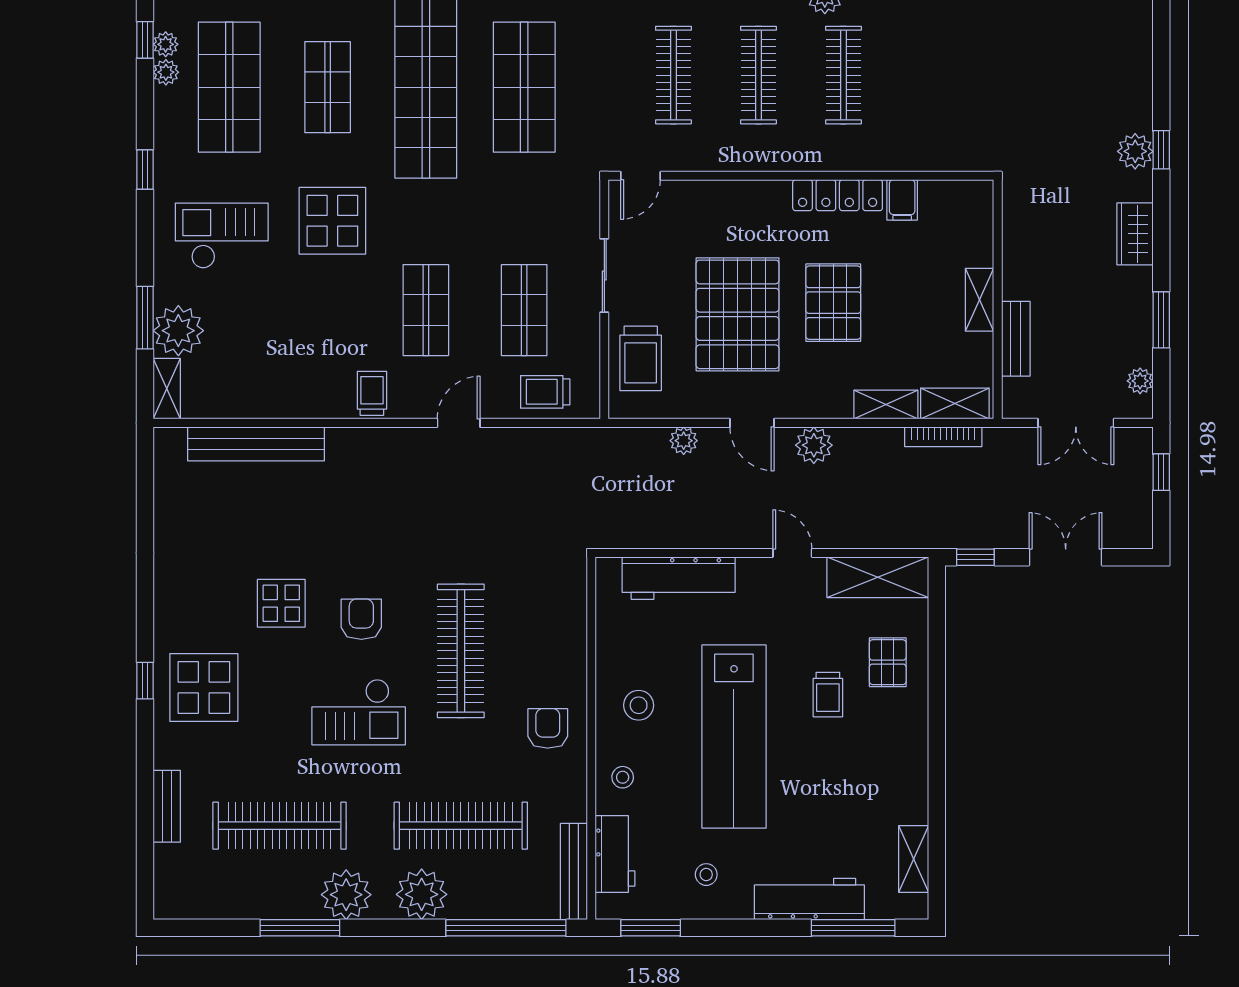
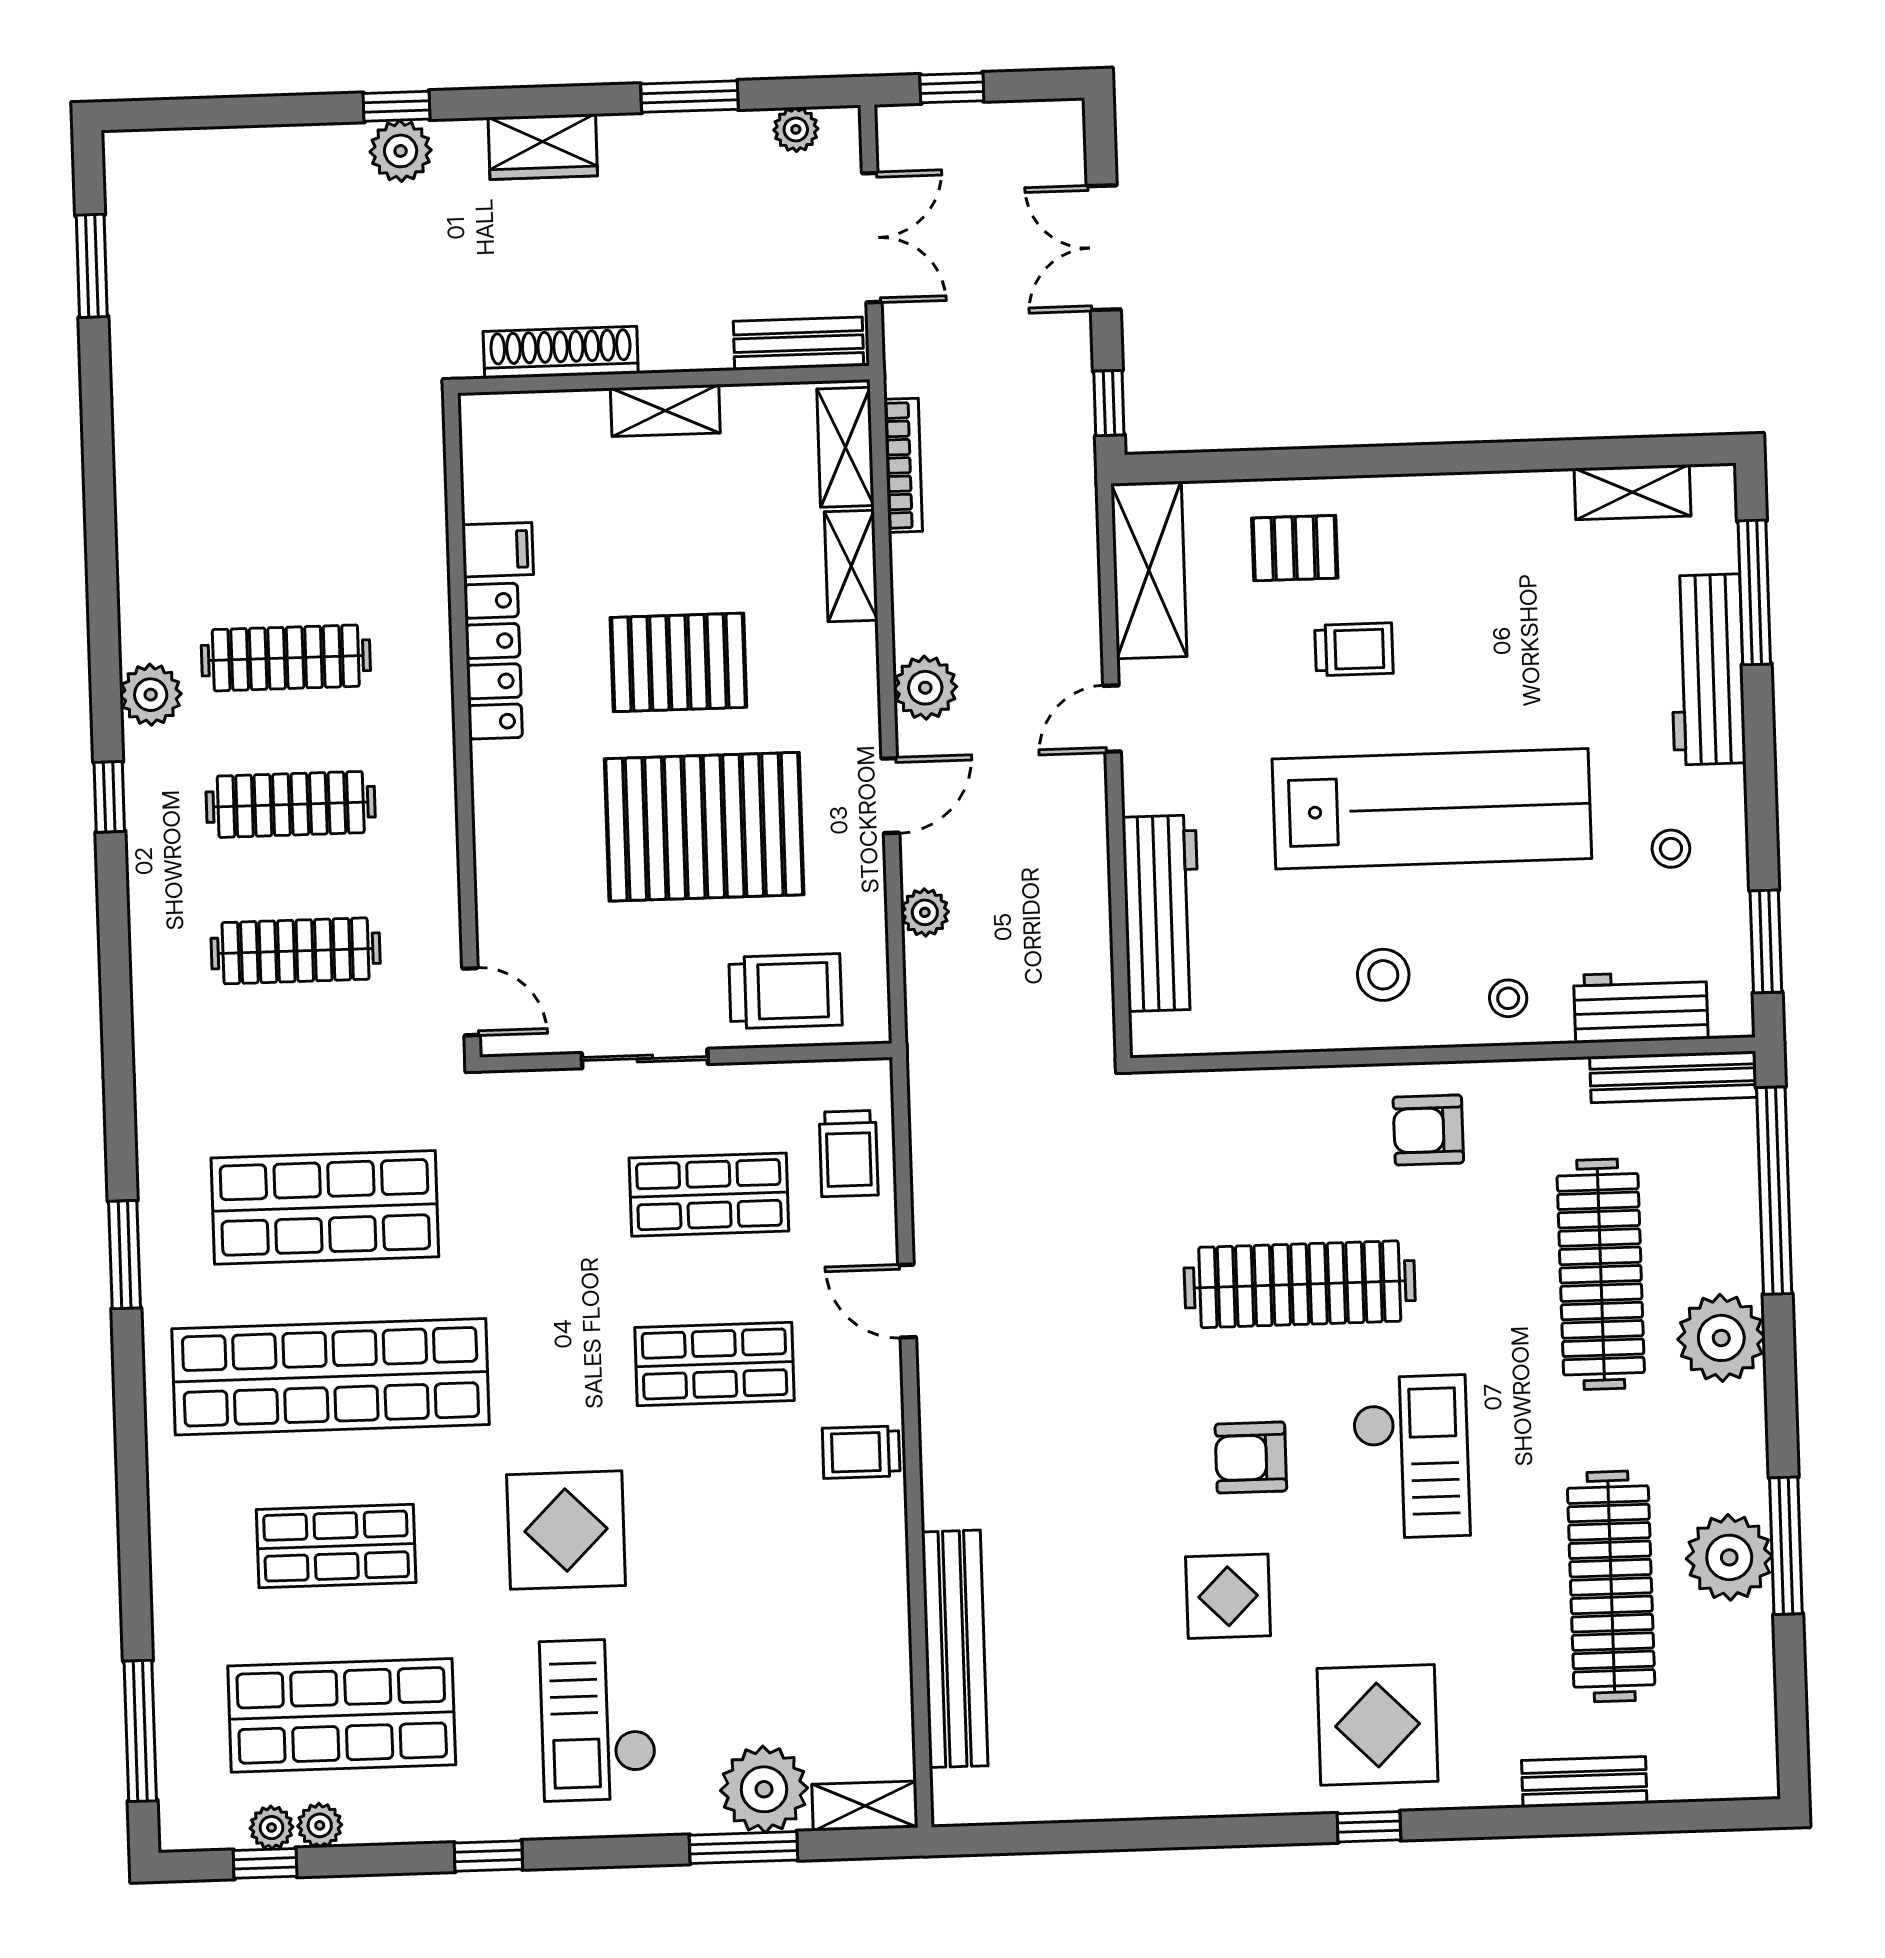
shoe rack: (1015, 240) -> (561, 352), added
bench: (1016, 339) -> (798, 344), moved
plant: (346, 895) -> (1729, 1557), moved

